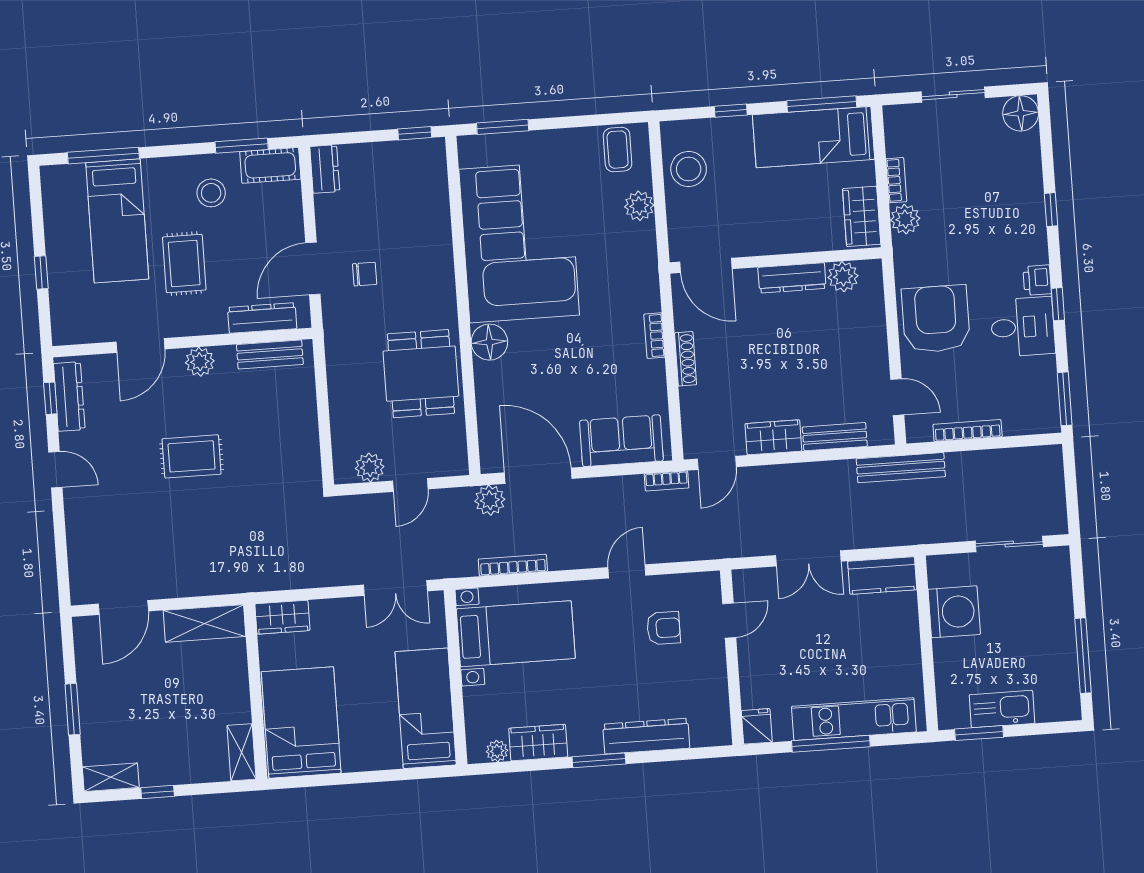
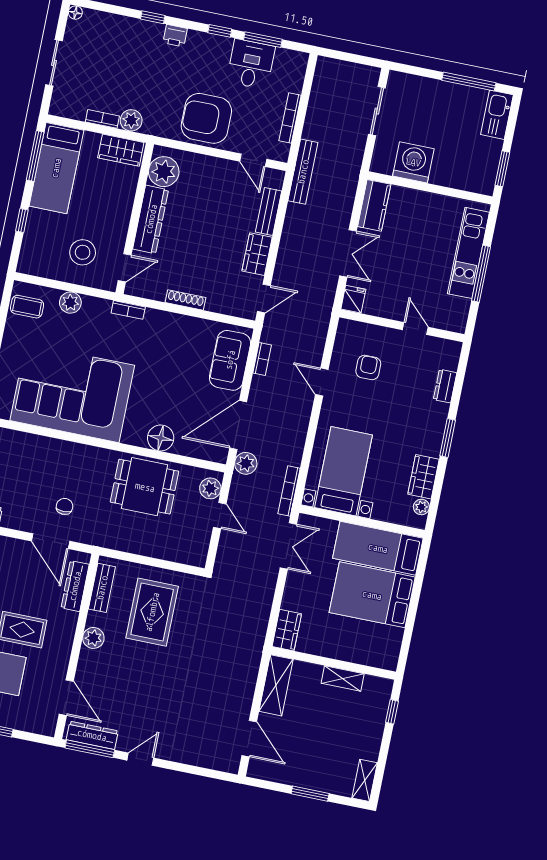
floor lamp: (1021, 113) -> (75, 13), width x0.53, depth x0.53
stool: (689, 169) -> (83, 252), moved
door: (706, 265) -> (125, 268), width x0.73
plant: (843, 277) -> (164, 172), width x1.36, depth x1.36
dresser: (792, 278) -> (151, 219), width x1.37, depth x1.24
printer: (1037, 280) -> (175, 36), moved
desk: (1023, 327) -> (251, 64), moved
bookcase: (654, 336) -> (128, 310), moved
floor lamp: (489, 342) -> (161, 438), moved
door: (140, 346) -> (66, 698), moved
door: (897, 397) -> (253, 160), swing flipped
window: (50, 398) -> (90, 749), width x2.17
window: (1065, 399) -> (263, 40), moved
rug: (192, 456) -> (152, 612), moved, width x1.36, depth x1.43
door: (717, 463) -> (264, 298), hinge flipped
plant: (370, 467) -> (210, 488), moved
bookcase: (667, 481) -> (262, 359), moved
bookcase: (513, 565) -> (289, 491), moved
door: (729, 621) -> (415, 328), moved
kitchen sink: (1002, 709) -> (497, 115), moved
bed: (301, 722) -> (372, 595), moved
fridge: (757, 726) -> (353, 299), moved, turned 90
dresser: (646, 736) -> (445, 386), width x0.51, depth x0.80
shelving: (242, 752) -> (343, 679), moved
window: (158, 792) -> (392, 712), moved

